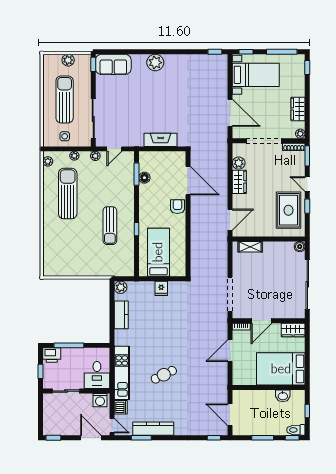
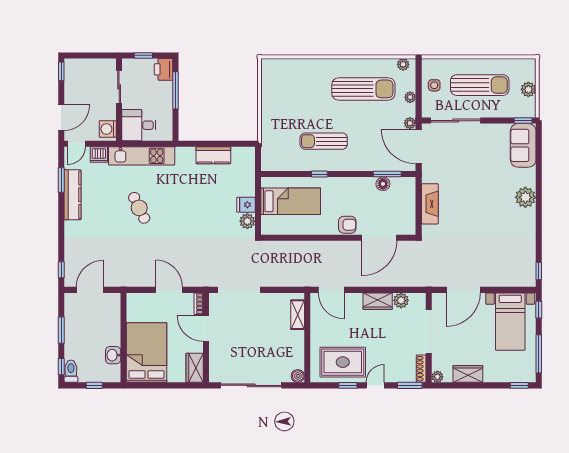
door: (114, 149) -> (419, 147), width x1.88
plant: (121, 287) -> (247, 221), moved

